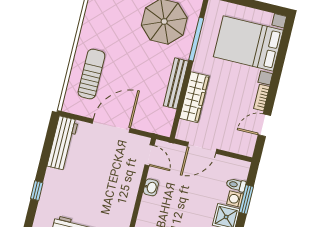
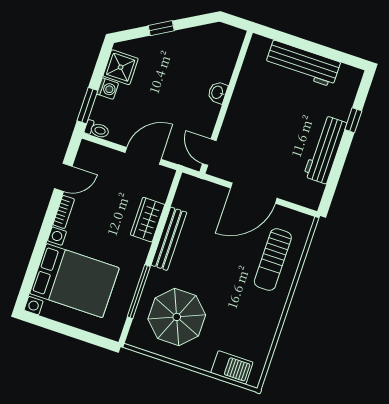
wardrobe: (194, 97) -> (147, 220), width x0.67
workbench: (63, 143) -> (325, 150), moved
toilet: (236, 185) -> (97, 130), moved
washbasin: (151, 187) -> (218, 92), moved
window: (246, 199) -> (87, 106), moved

